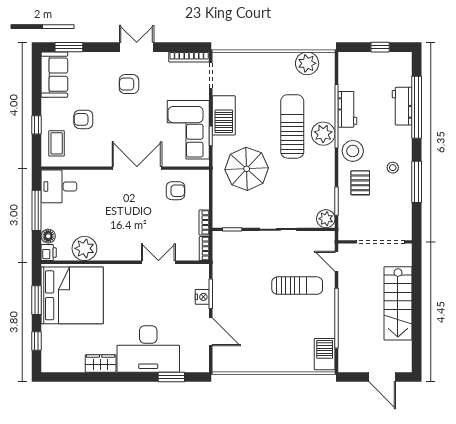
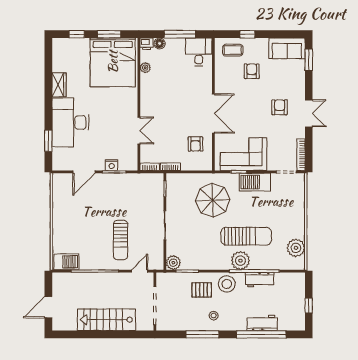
plant: (84, 248) -> (145, 68), width x0.53, depth x0.53

